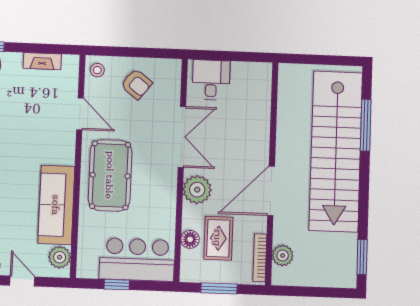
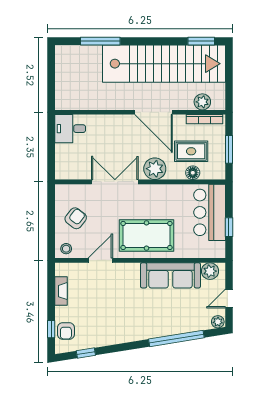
desk: (211, 80) -> (70, 129), moved
stairs: (336, 151) -> (164, 64), moved

